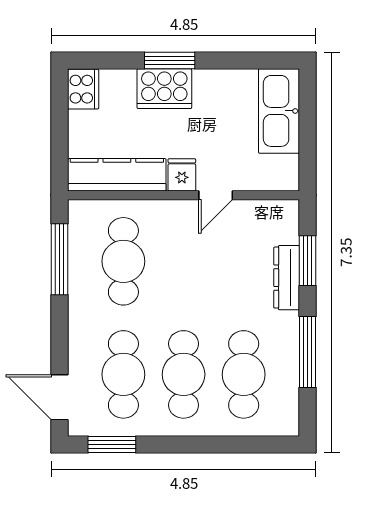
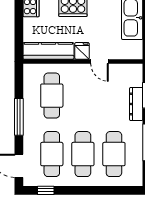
door: (216, 195) -> (99, 61), hinge flipped
window: (60, 259) -> (19, 117), moved
window: (112, 445) -> (46, 190), width x0.67

